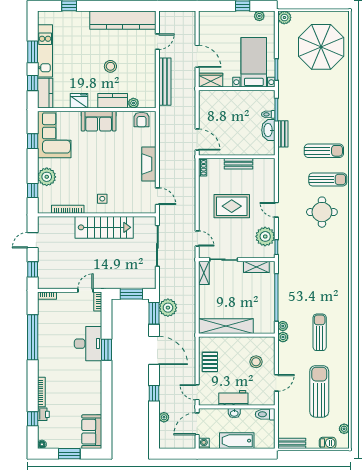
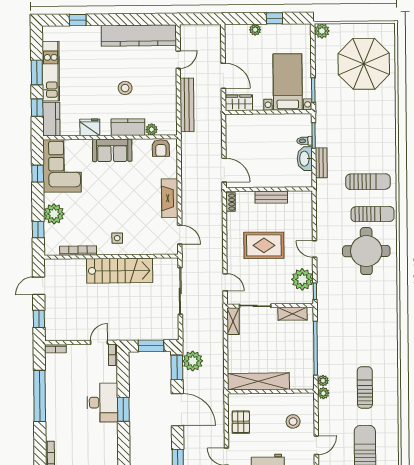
plant: (259, 16) -> (255, 30), moved
round table: (322, 212) -> (366, 251), width x1.36, depth x1.36

